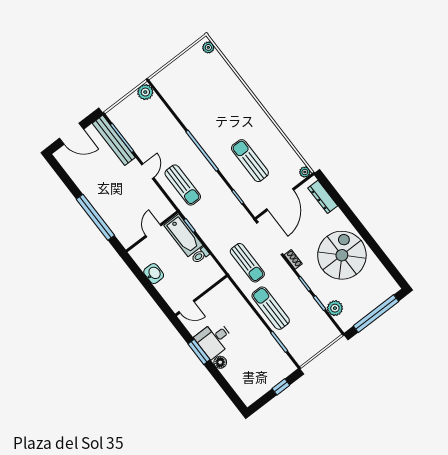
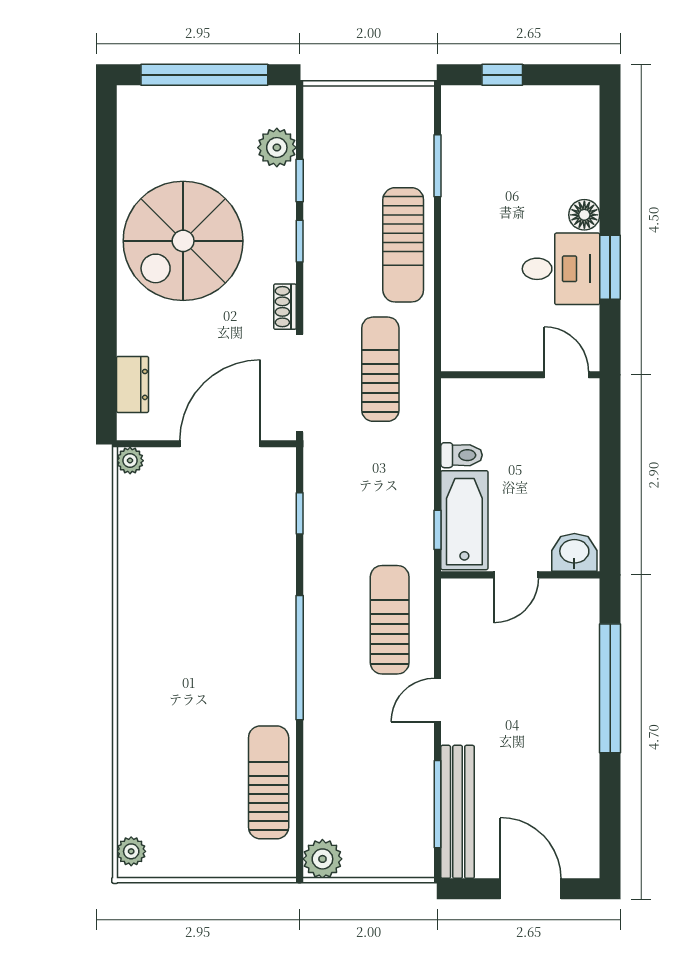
sun lounger: (250, 161) -> (269, 782), moved, turned 180
dresser: (323, 197) -> (133, 384), width x0.70
washbasin: (154, 274) -> (574, 552), moved, turned 90

